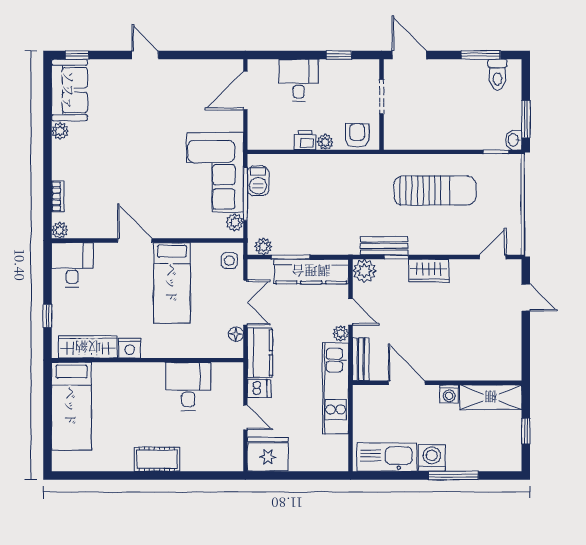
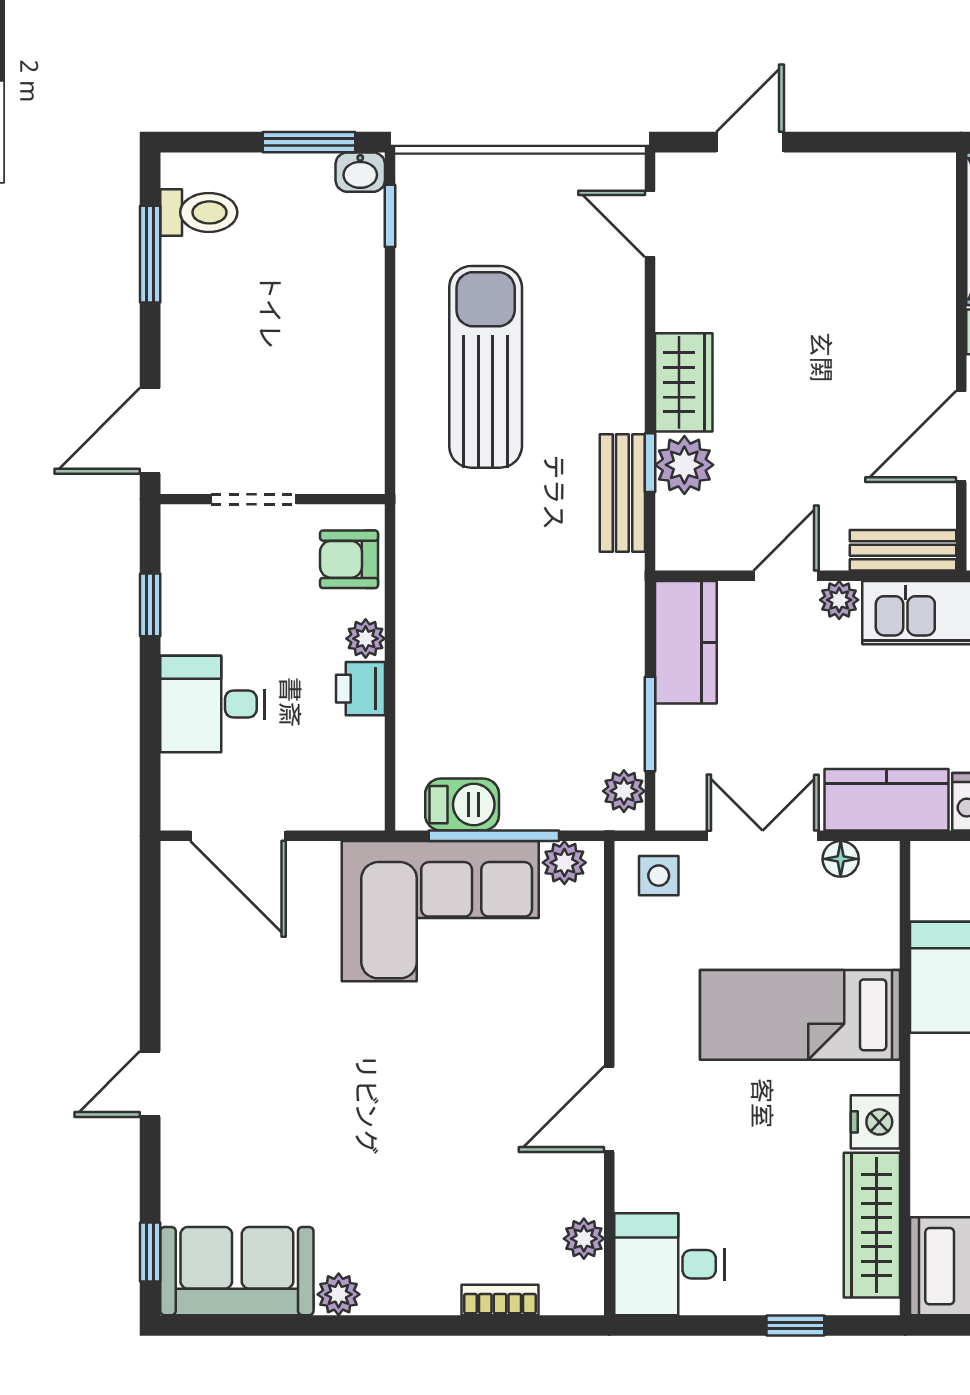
plant: (60, 230) -> (584, 1239), moved
kitchen counter: (311, 271) -> (686, 642), width x0.67
plant: (364, 271) -> (684, 465), moved
bed: (172, 283) -> (800, 1015), moved, turned 180

